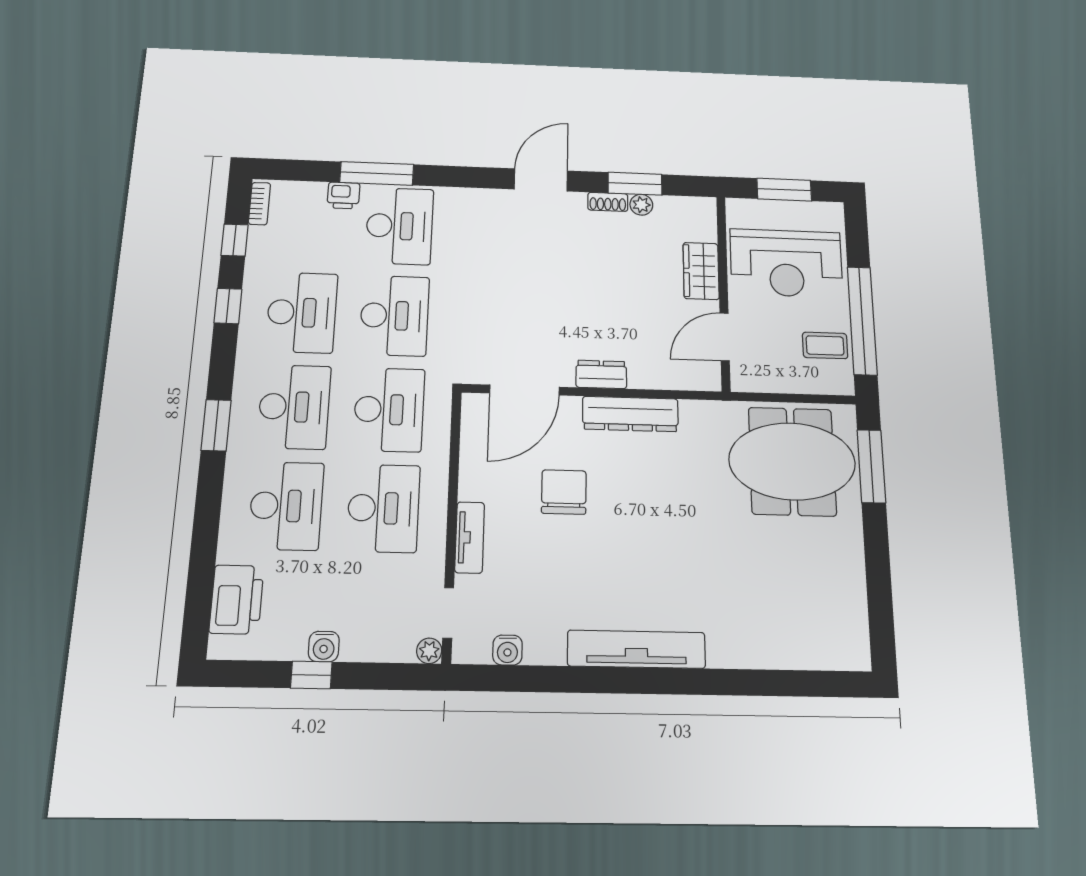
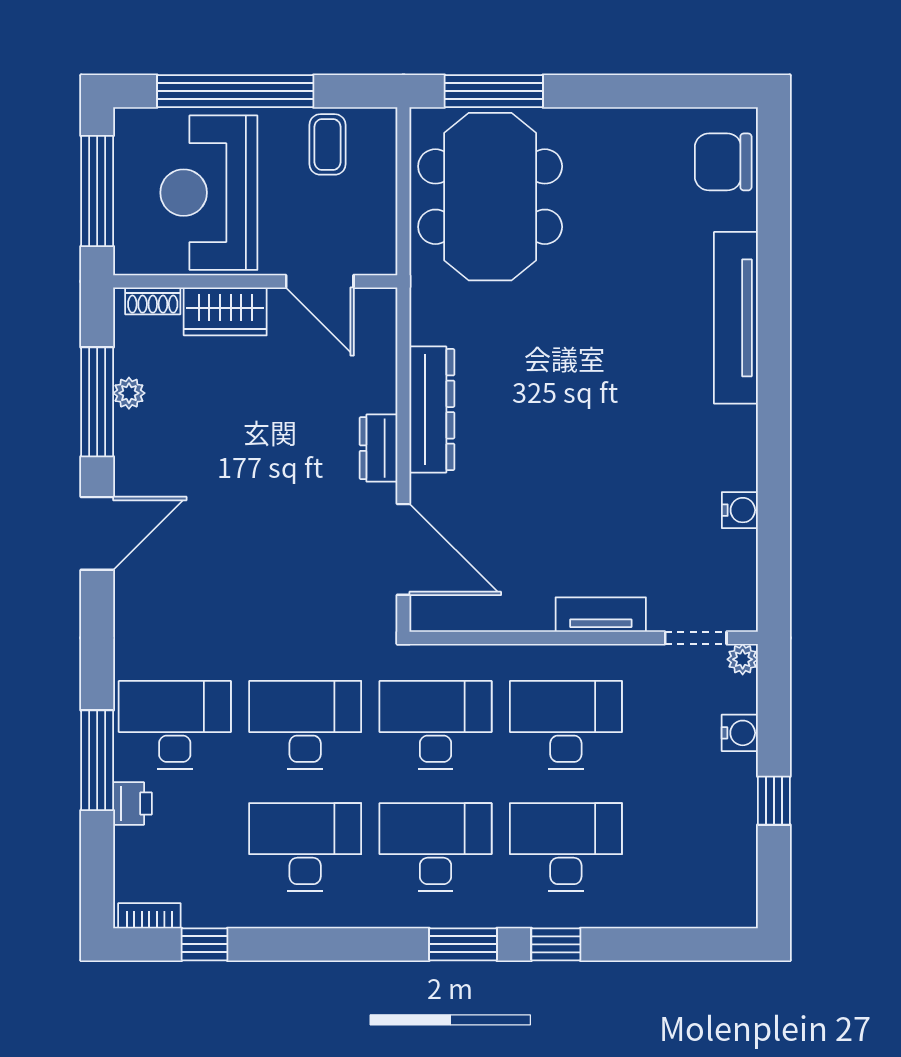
door: (541, 180) -> (97, 533), swing flipped
window: (635, 184) -> (97, 402), width x1.44
window: (784, 190) -> (97, 191), width x1.44
shoe rack: (608, 202) -> (153, 301), moved, turned 90
reception desk: (786, 263) -> (209, 193), turned 180
window: (228, 306) -> (556, 944), moved
window: (862, 321) -> (235, 91), moved
chair: (564, 492) -> (723, 162), moved
printer: (237, 599) -> (685, 898), removed
water cooler: (324, 647) -> (740, 733), moved
tv unit: (636, 649) -> (736, 318), moved
water cooler: (507, 650) -> (740, 510), moved

